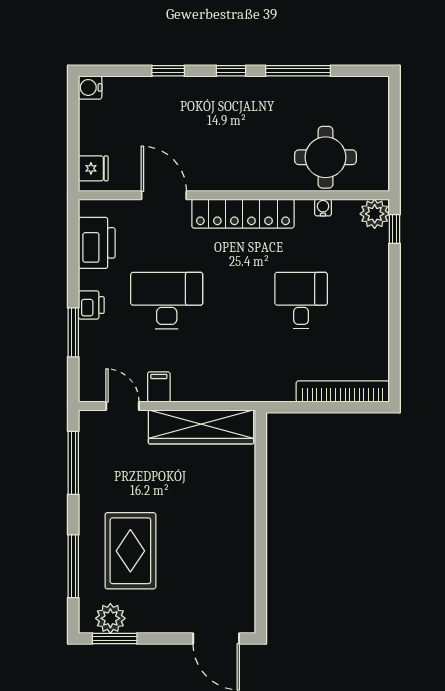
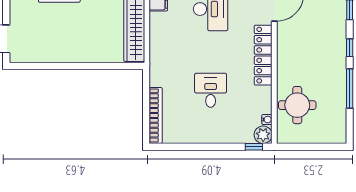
water cooler: (323, 208) -> (267, 120), moved
desk: (301, 301) -> (211, 90), turned -90

